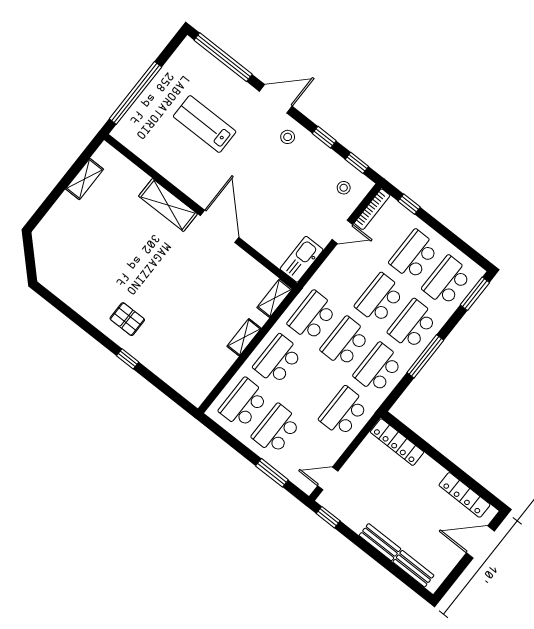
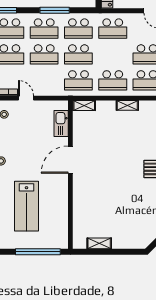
lab bench: (205, 124) -> (27, 206), width x1.36, depth x1.39
shelving: (168, 205) -> (80, 193), removed
kitchen sink: (302, 259) -> (61, 123), moved, turned 90
shelving: (244, 337) -> (127, 105), moved

